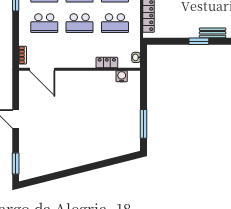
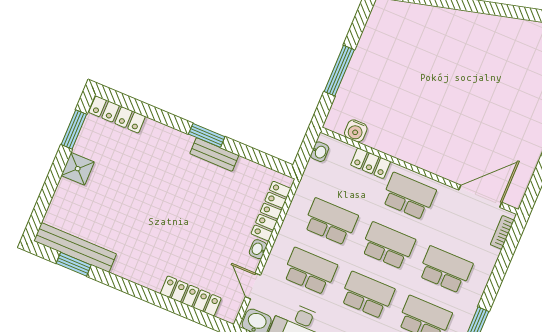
bench: (213, 33) -> (214, 155), moved
school desk: (80, 54) -> (409, 196), added
door: (42, 69) -> (480, 196), hinge flipped
window: (144, 124) -> (339, 71), moved

